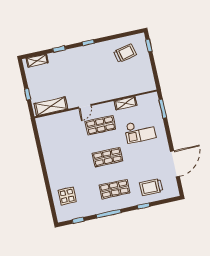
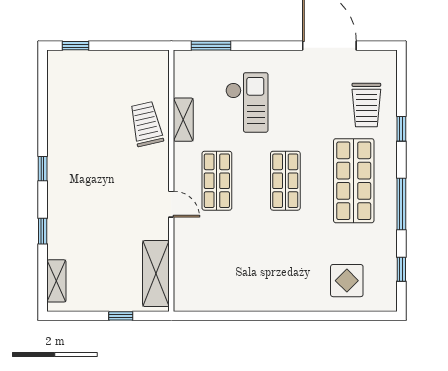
trolley: (125, 53) -> (146, 124), moved
shop shelf: (114, 189) -> (354, 181), width x1.43, depth x1.36

